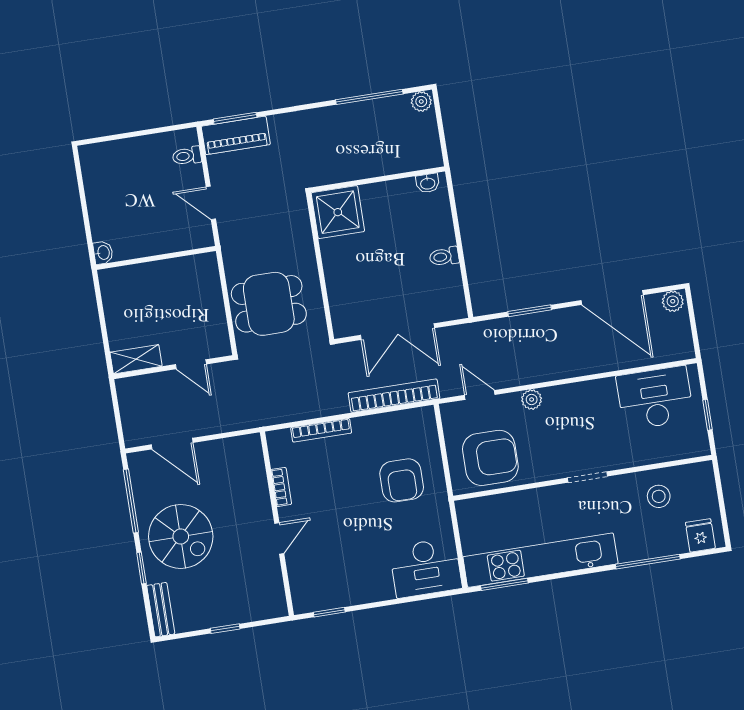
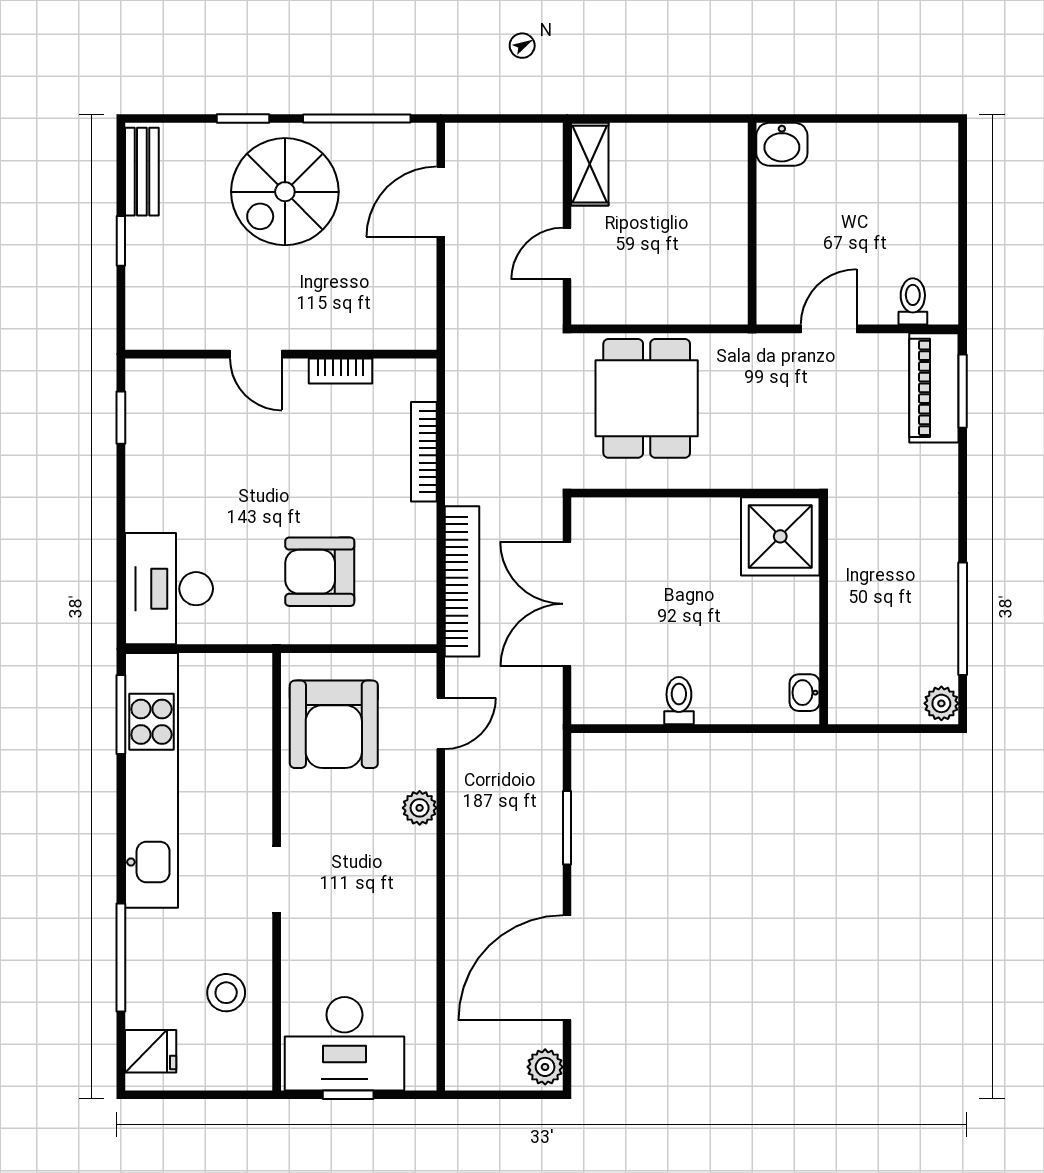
washbasin: (103, 253) -> (782, 144), width x1.38, depth x1.45
desk: (655, 398) -> (344, 1044), moved, turned 90
bench: (161, 610) -> (142, 172), moved, turned 90

